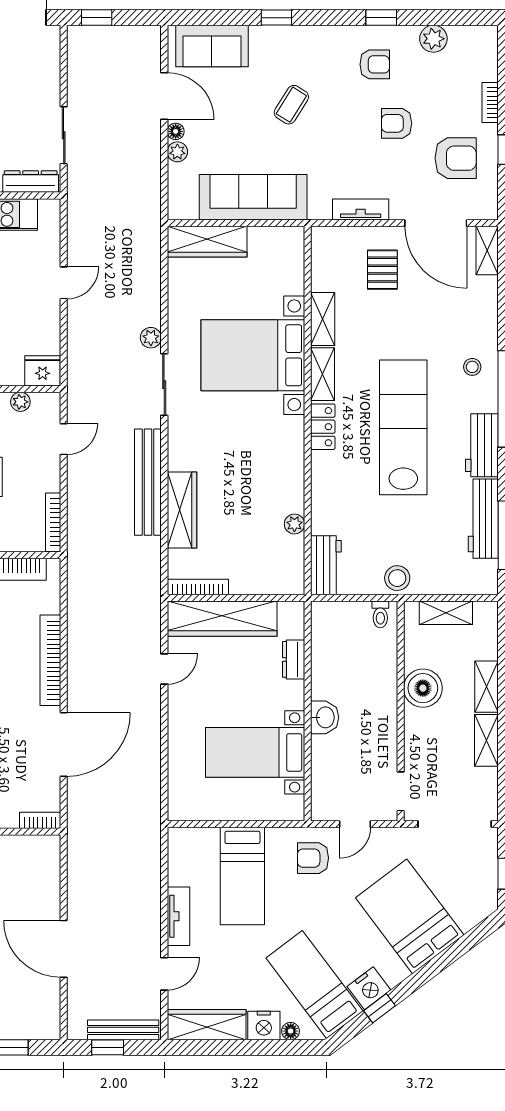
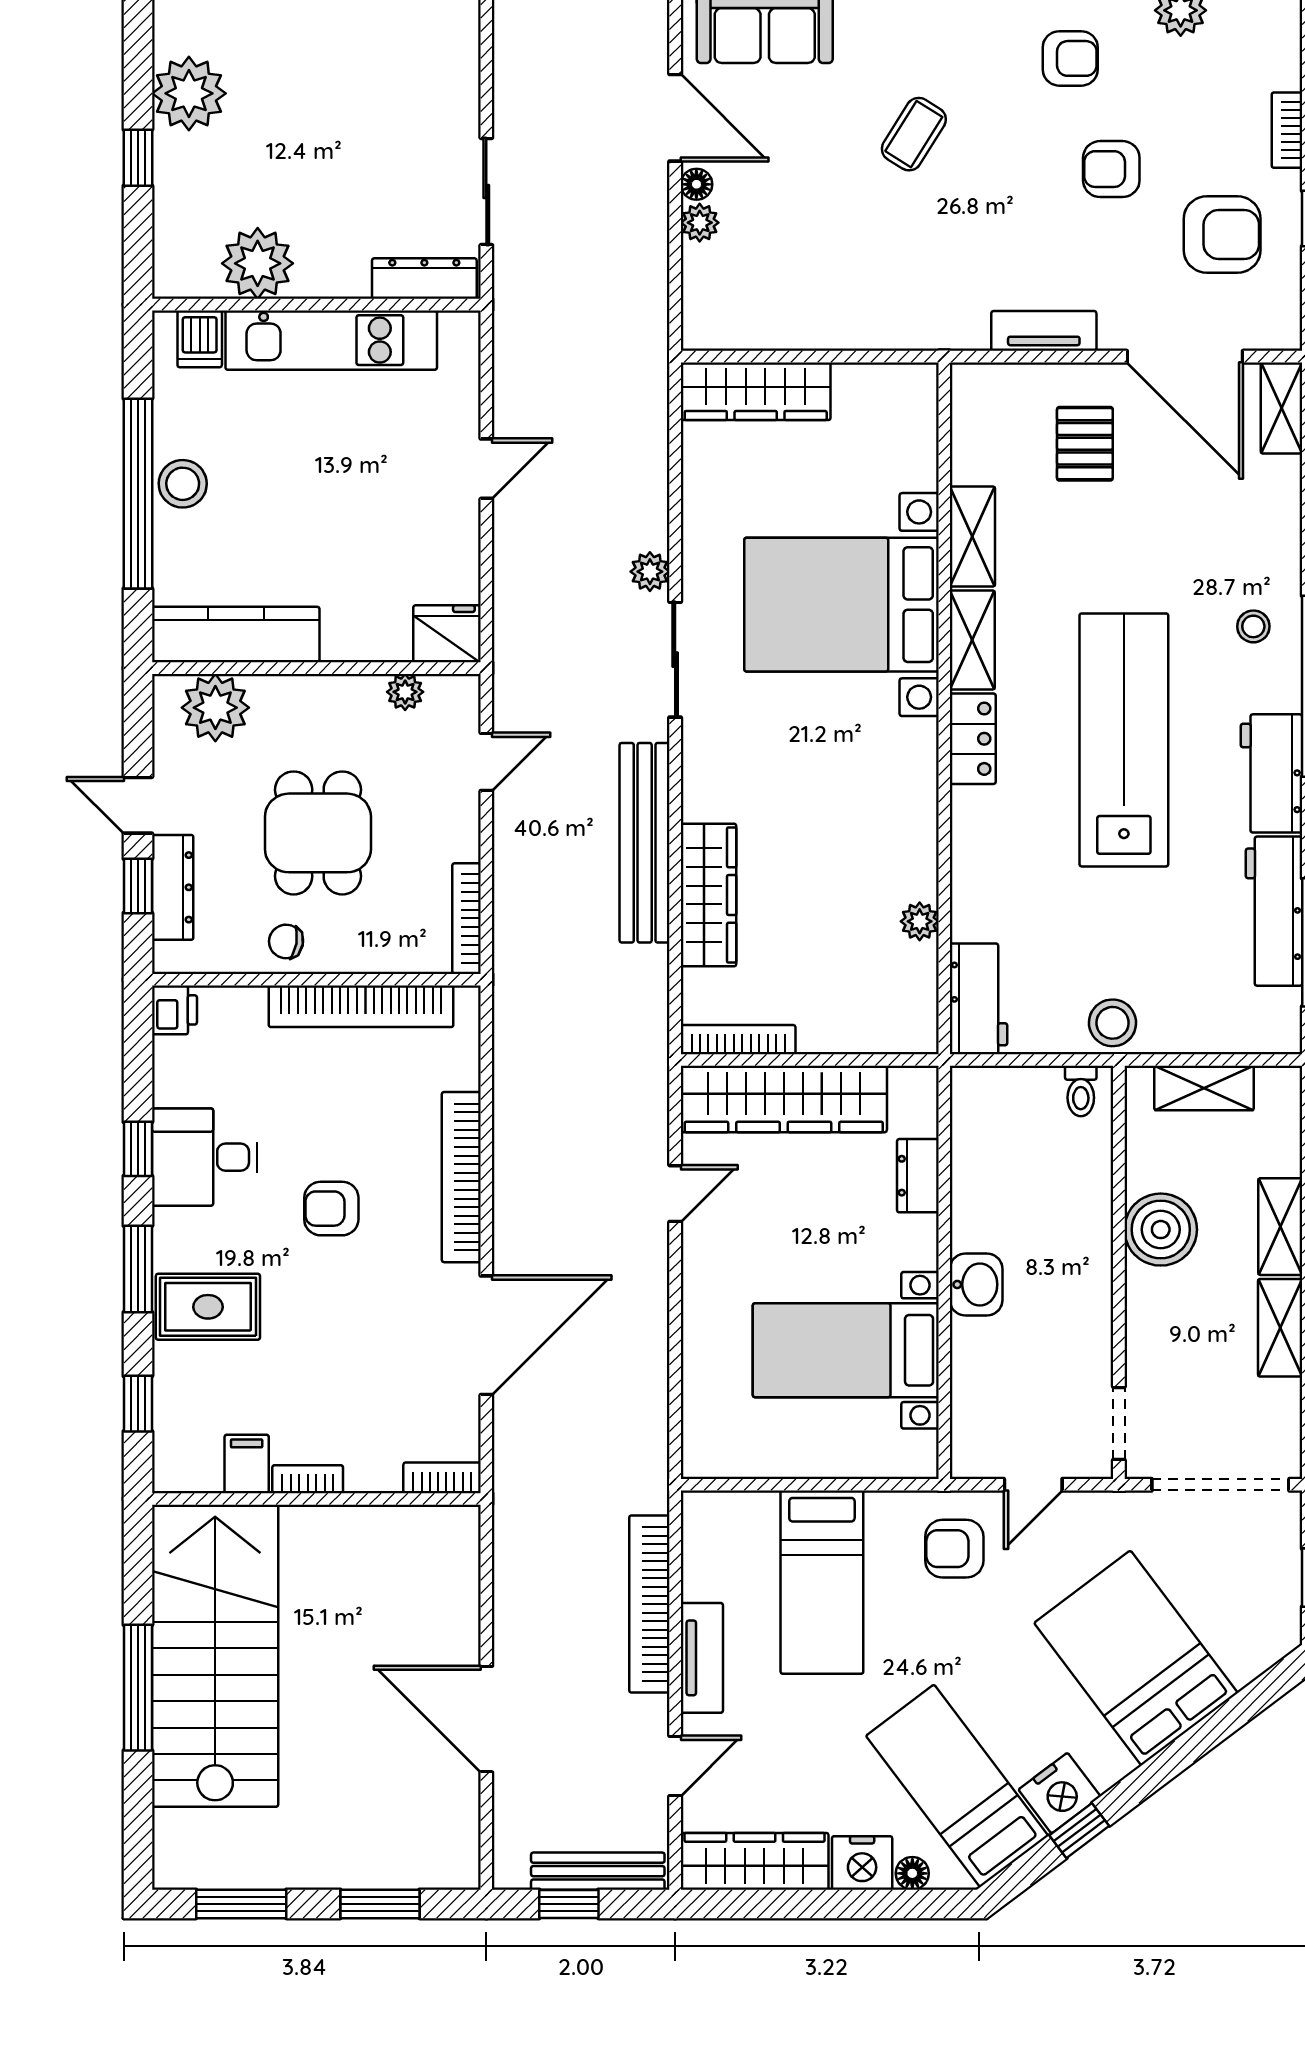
sofa: (253, 197) -> (842, 308), removed
bookcase: (151, 888) -> (649, 1604), added

